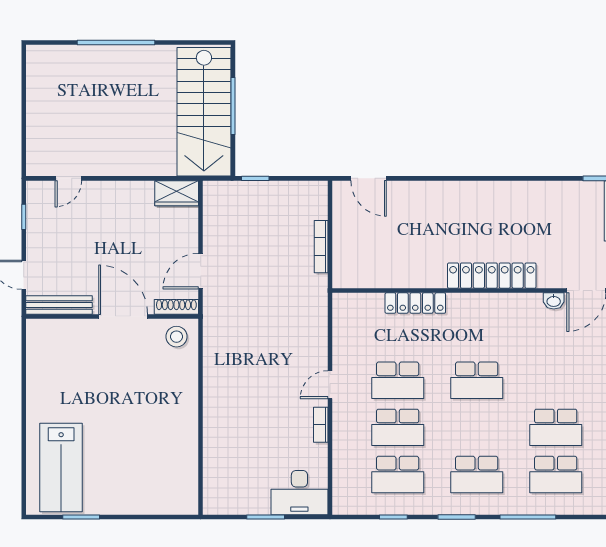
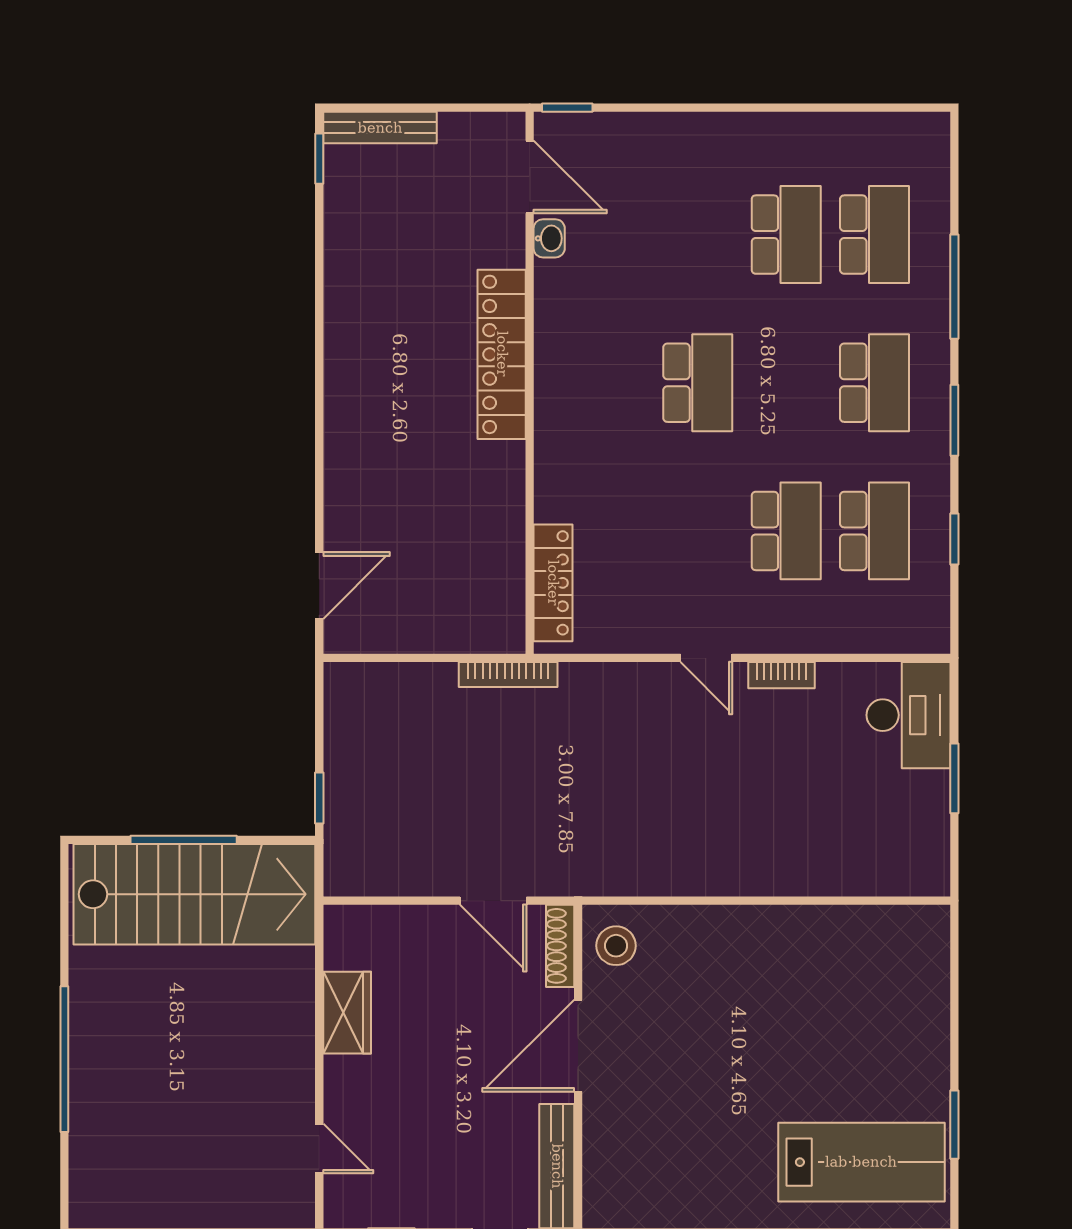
wardrobe: (177, 193) -> (347, 1013), moved
bookcase: (321, 247) -> (508, 674), moved
locker: (415, 303) -> (553, 583), moved
school desk: (398, 380) -> (698, 531), removed

